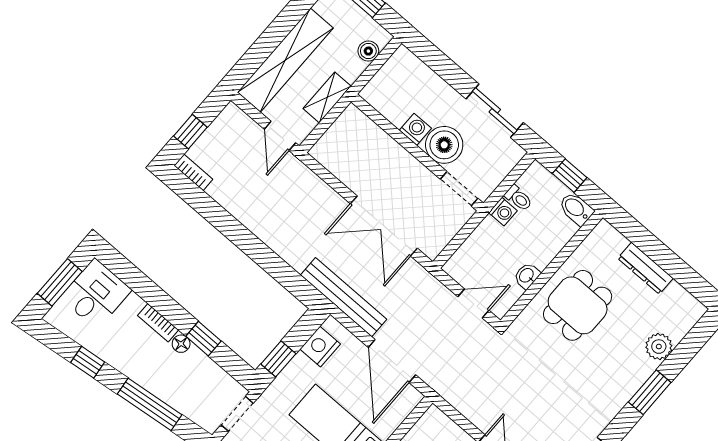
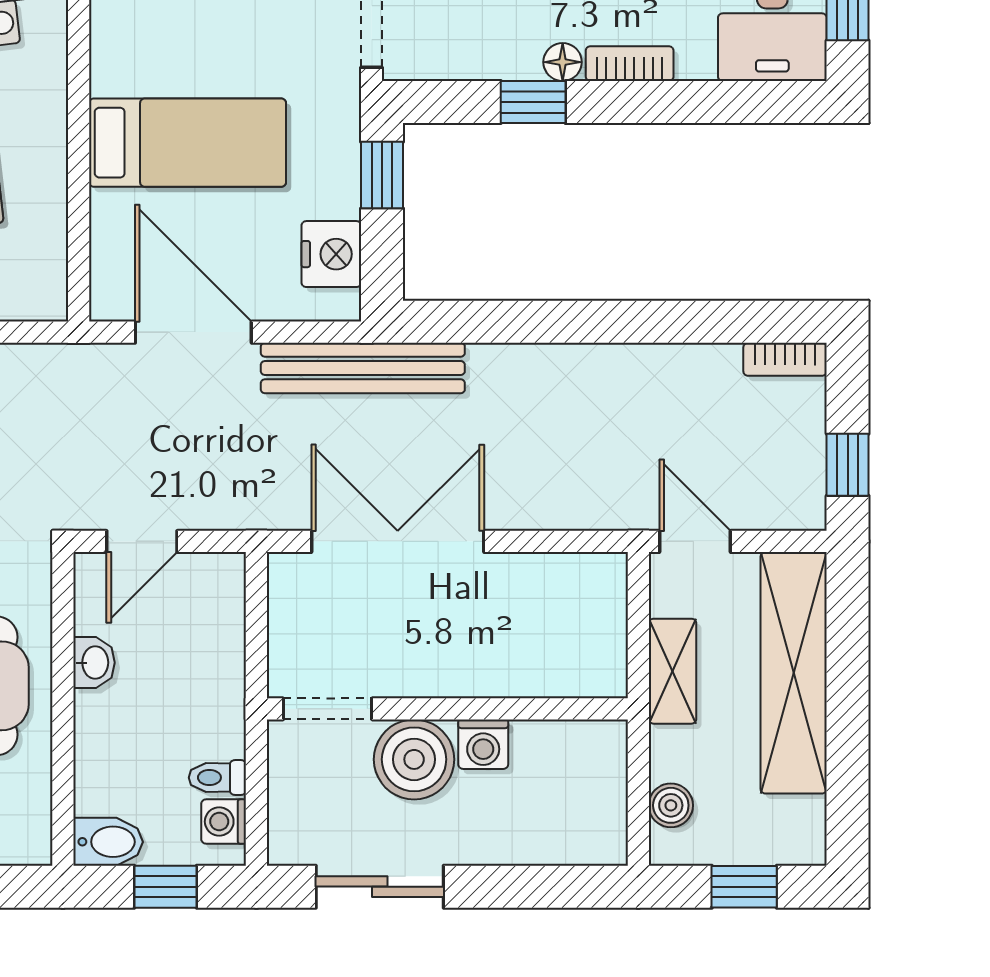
window: (190, 132) -> (848, 465), moved
washing machine: (503, 212) -> (224, 822), moved

